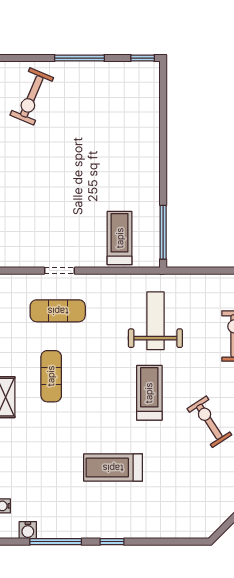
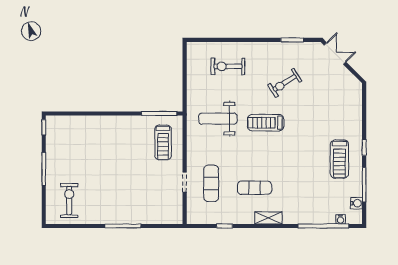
exercise bike: (32, 96) -> (69, 201), turned -113
treadmill: (120, 238) -> (163, 142), turned -90
treadmill: (113, 468) -> (339, 159), moved

